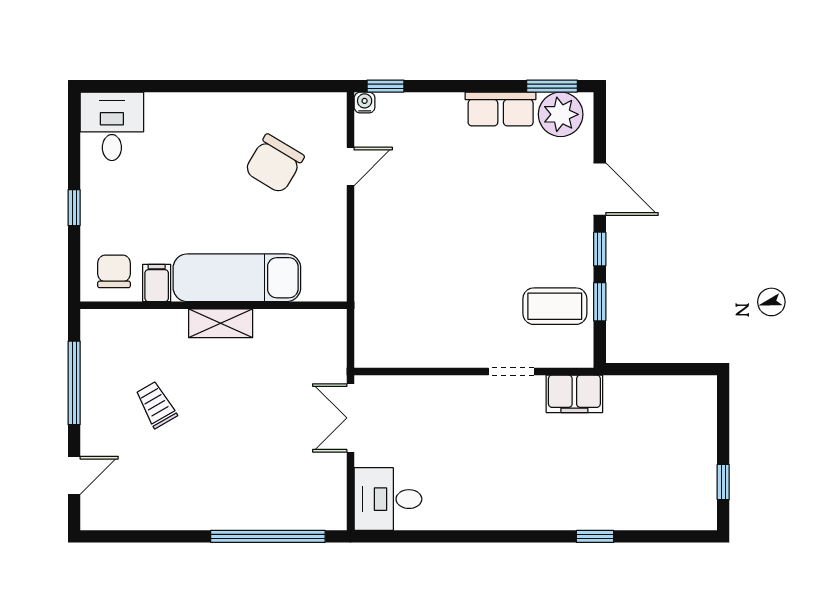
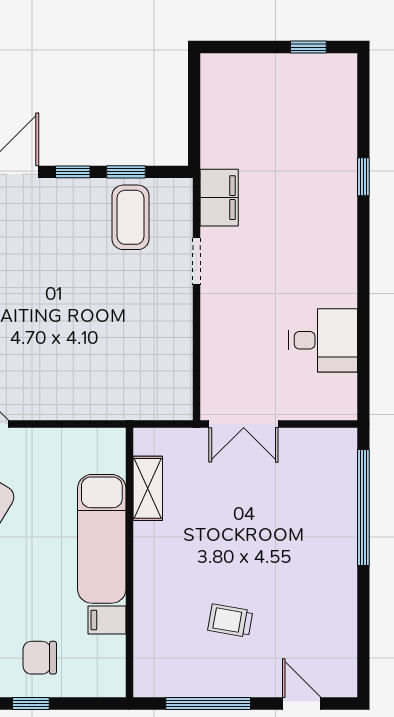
chair: (114, 271) -> (40, 658), moved
shelving: (221, 323) -> (148, 488), moved
trolley: (156, 405) -> (230, 621), turned 40
desk: (388, 499) -> (323, 340), moved, turned -90

